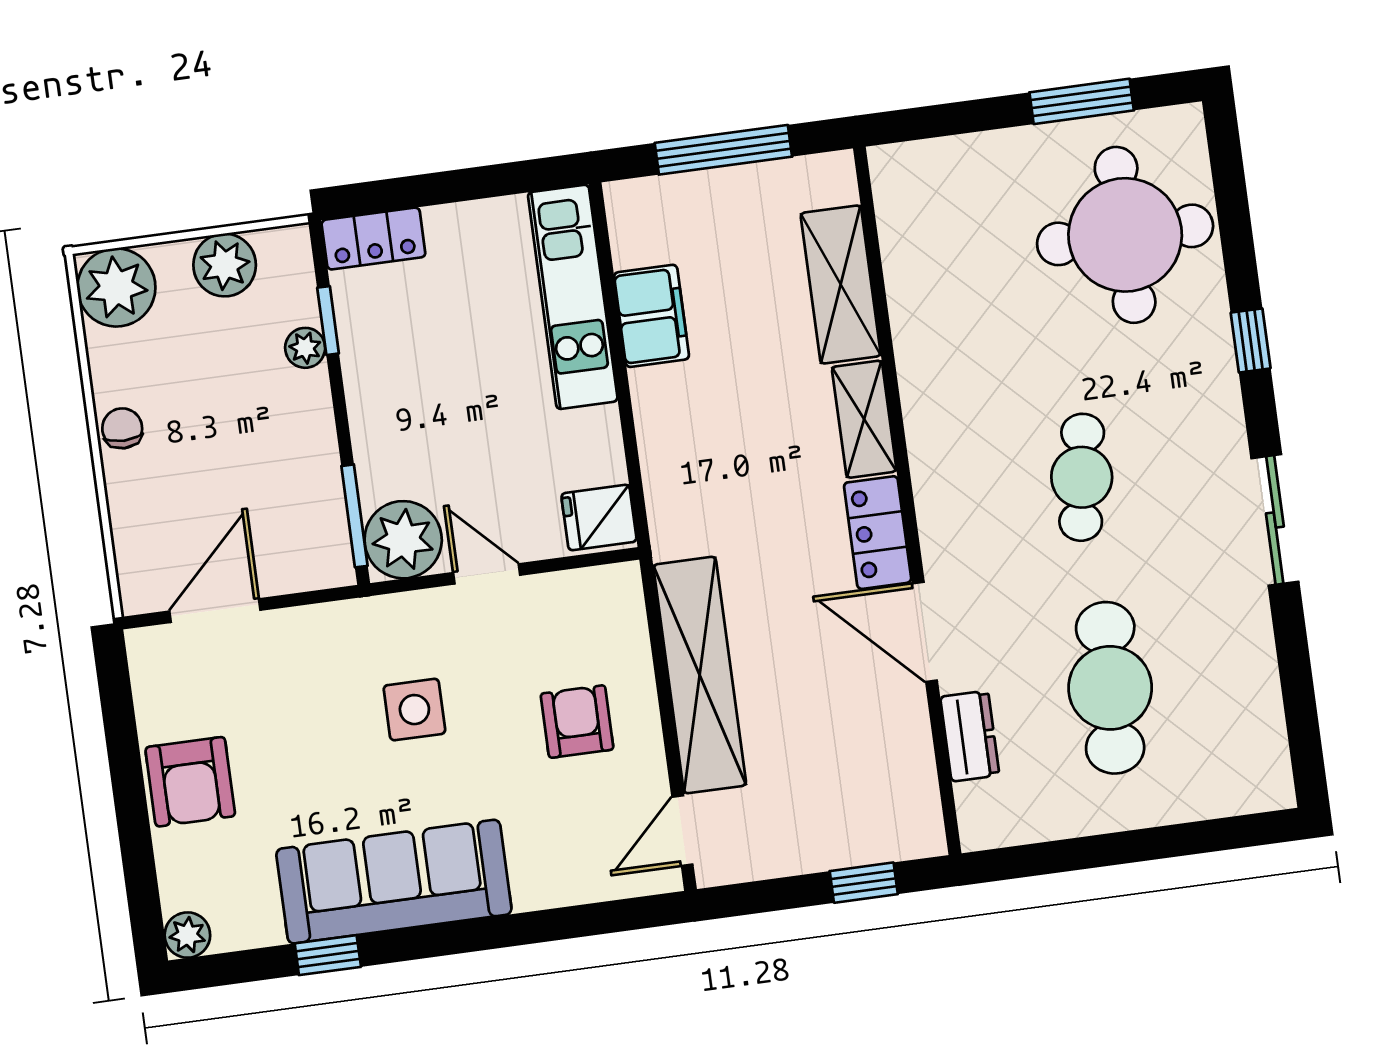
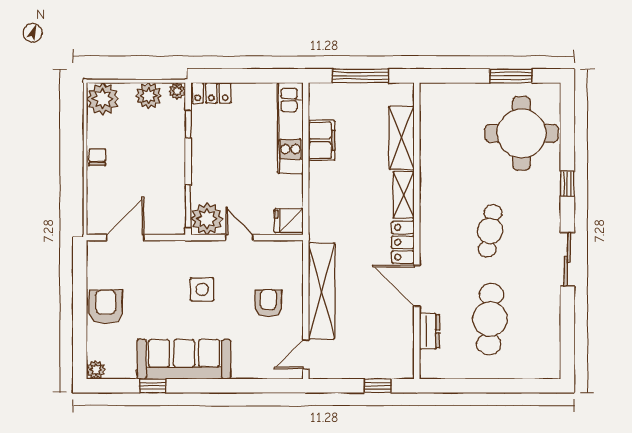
plant: (305, 348) -> (177, 91), moved
armchair: (190, 782) -> (106, 307), turned 180

